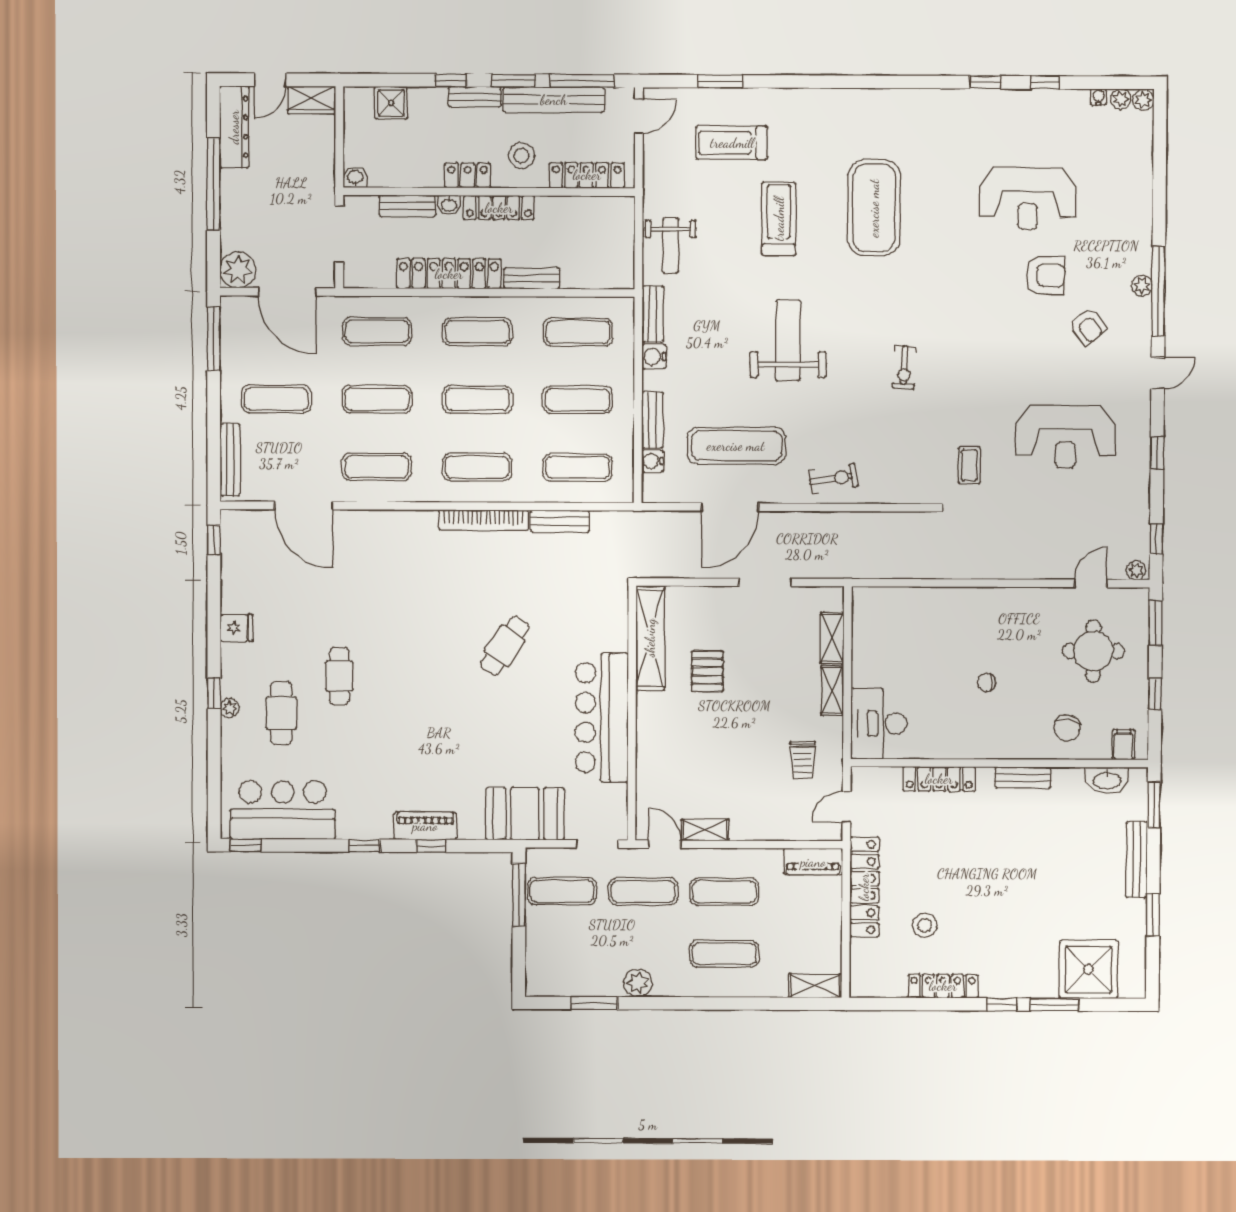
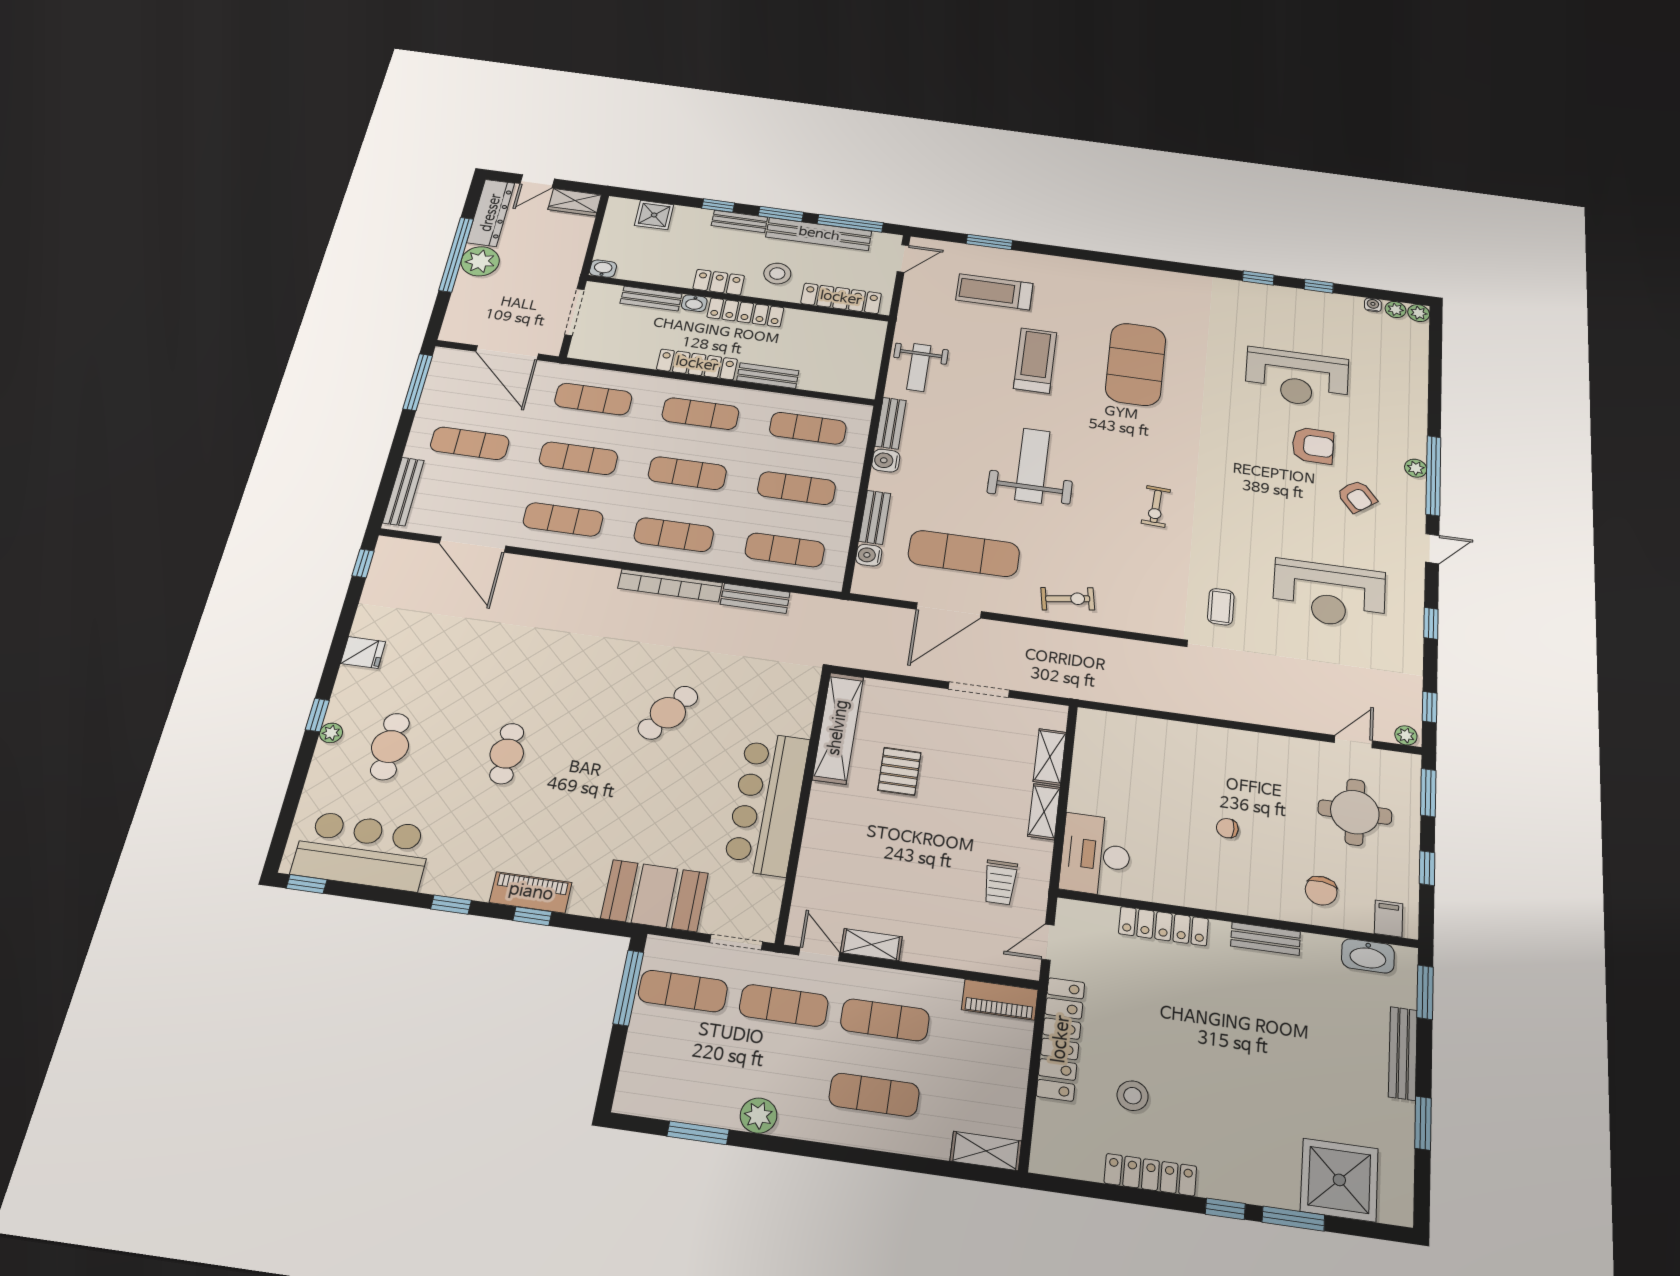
plant: (238, 270) -> (480, 261), moved
locker: (449, 274) -> (697, 364), width x0.71, depth x0.83
cafe table: (339, 676) -> (507, 754), moved

